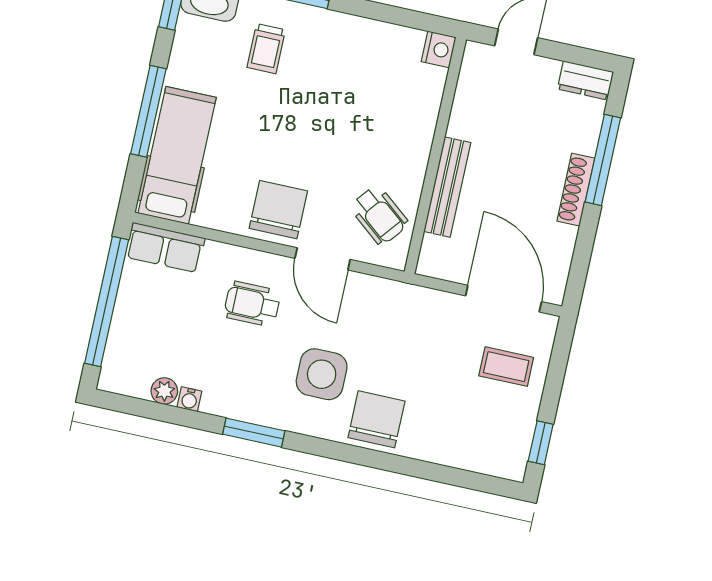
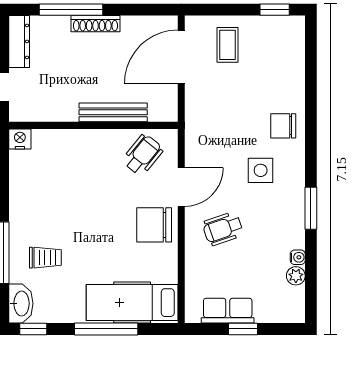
dresser: (586, 80) -> (19, 41), width x1.44
row of seats: (165, 248) -> (228, 311), moved, turned -90
window: (107, 301) -> (243, 329), width x0.32
wheelchair: (252, 304) -> (223, 229), turned 71
side table: (322, 374) -> (261, 170), width x0.73, depth x0.73
chair: (376, 419) -> (283, 126), width x0.73, depth x0.73

